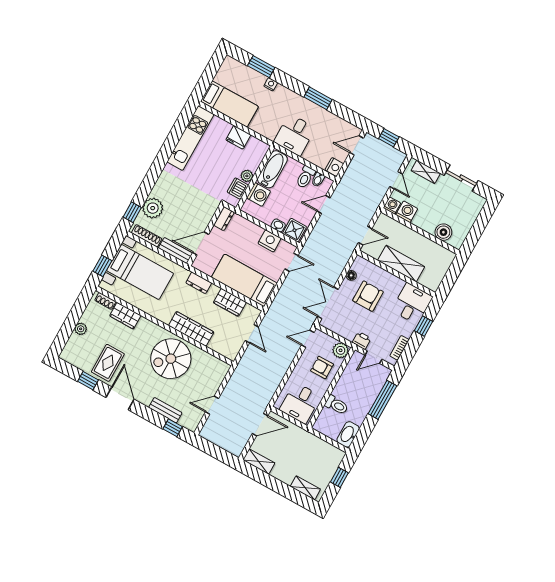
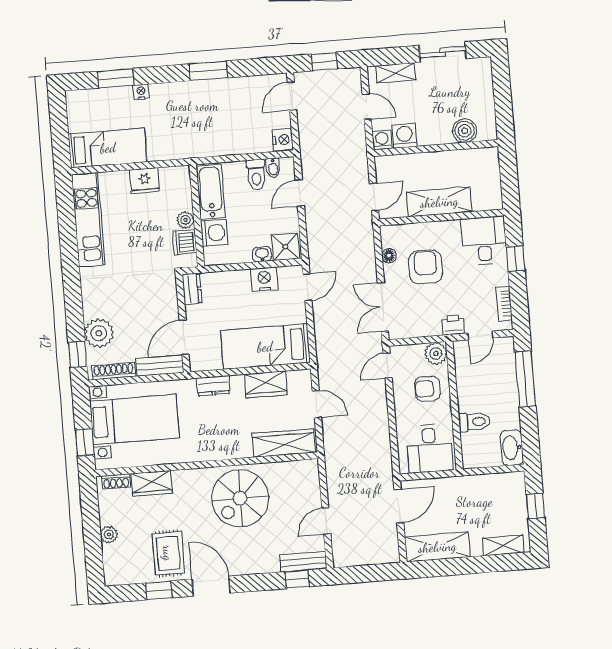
desk: (295, 135) -> (210, 133), removed
wardrobe: (191, 329) -> (284, 443), moved
bench: (165, 410) -> (303, 562), moved
shelving: (259, 462) -> (437, 547), width x1.50, depth x1.33

